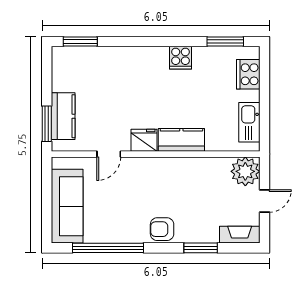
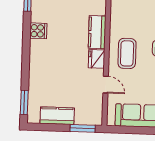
kitchen counter: (63, 116) -> (57, 116), moved
coffee table: (153, 182) -> (127, 53), added

